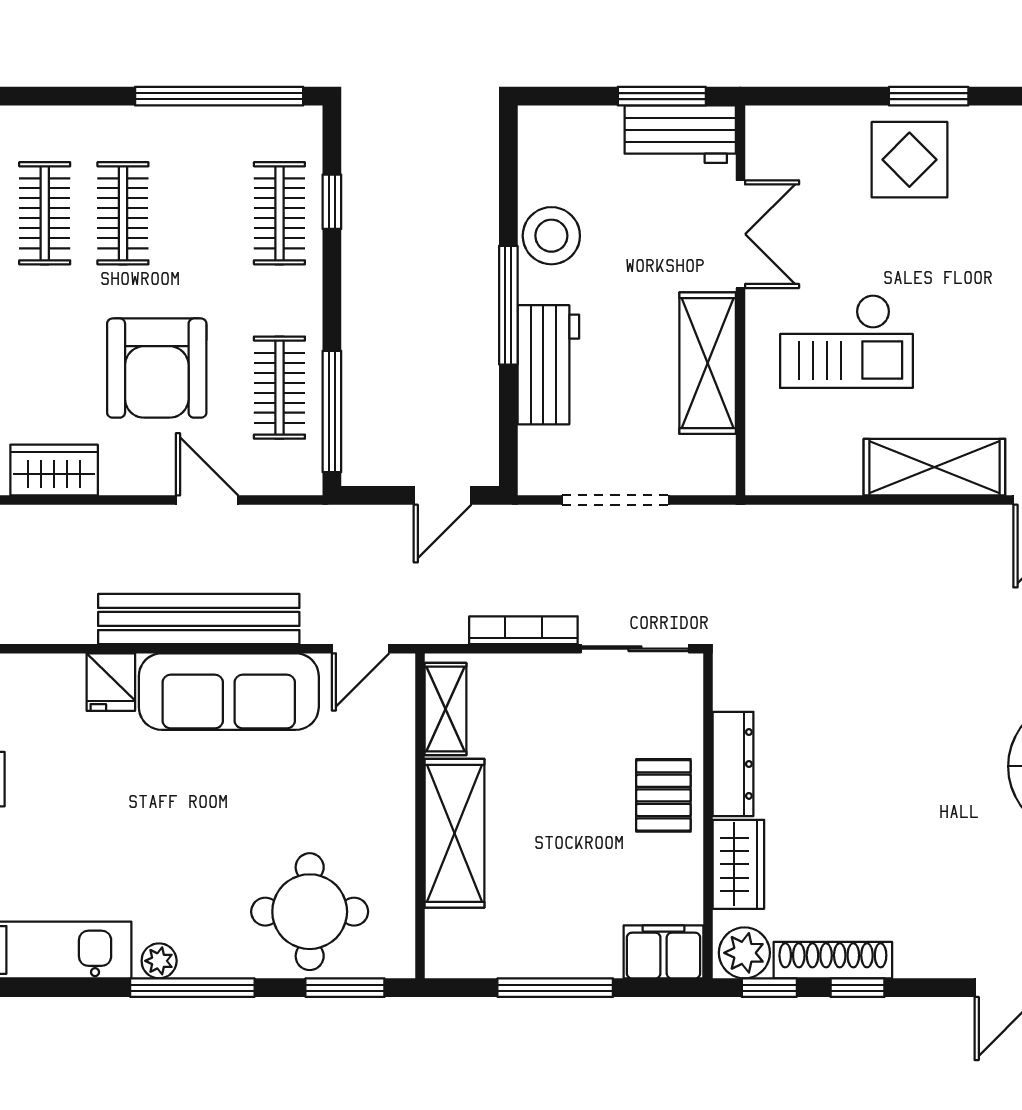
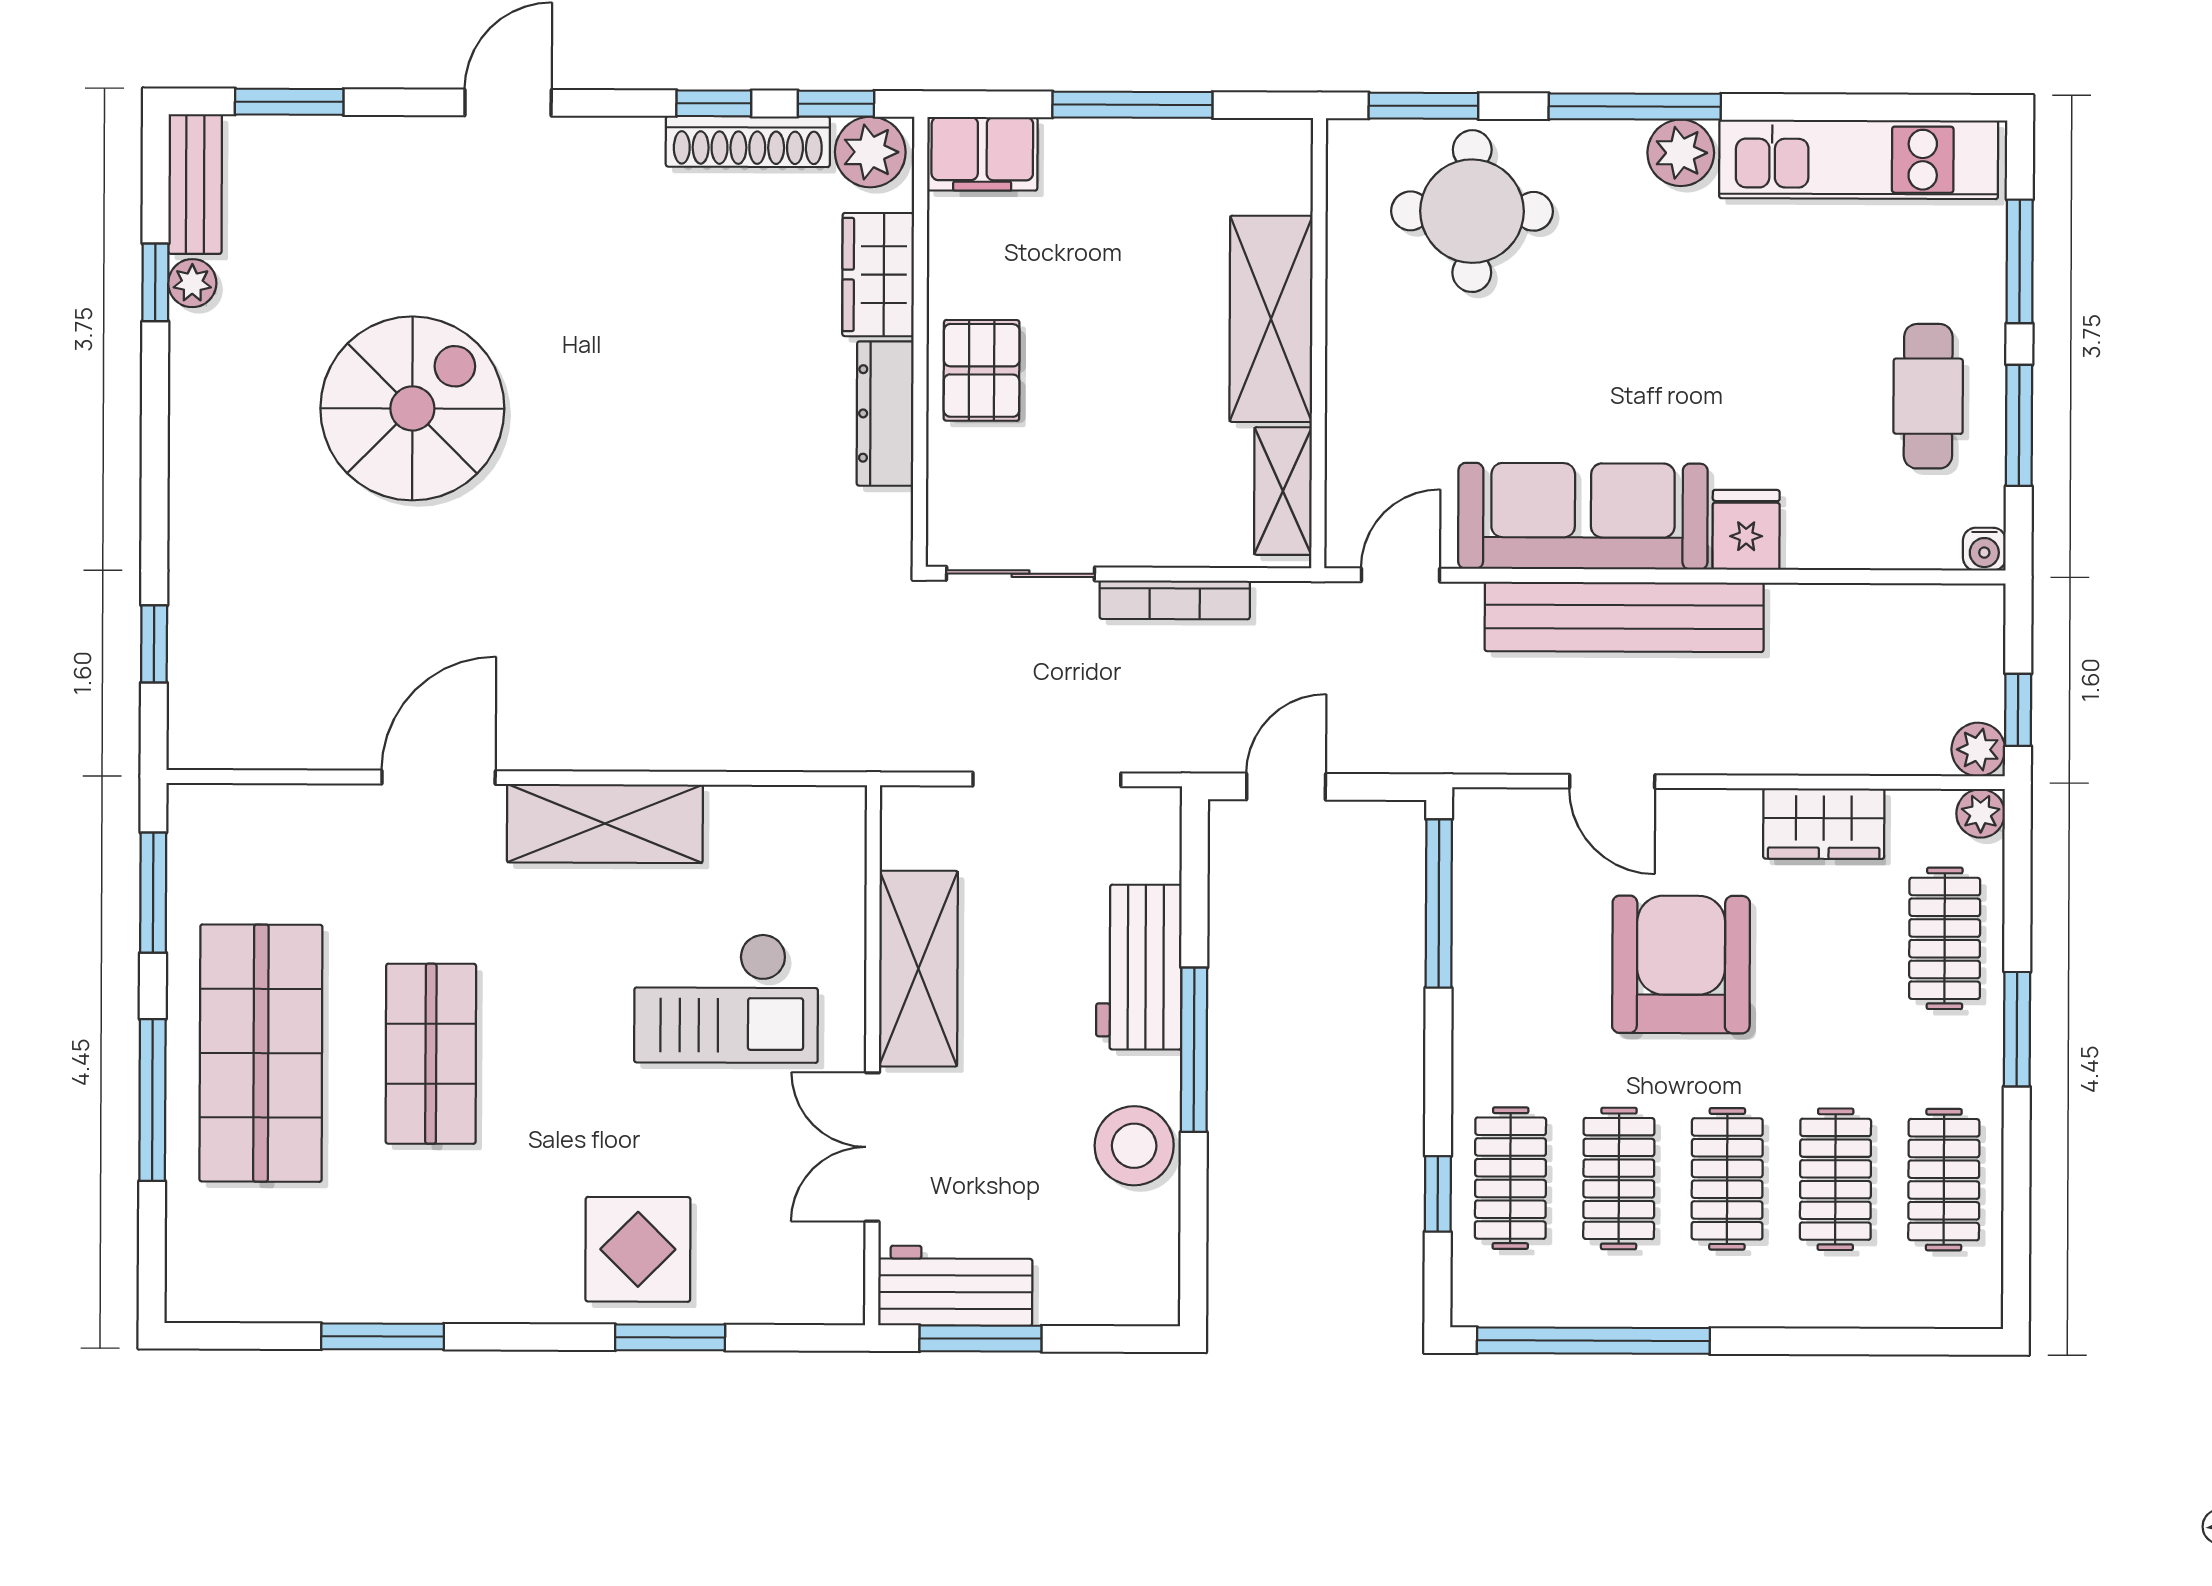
window: (929, 96) -> (670, 1337), moved
checkout: (846, 341) -> (726, 998), turned 180
clothes rail: (279, 388) -> (1619, 1179), moved
plant: (159, 961) -> (1681, 153), width x1.38, depth x1.38

